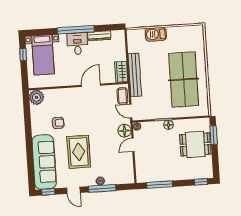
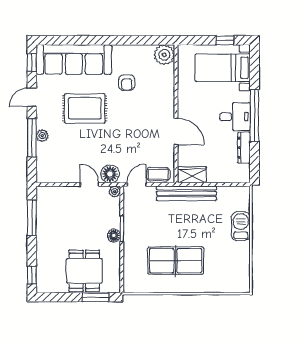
table tennis table: (184, 79) -> (176, 261), width x0.73, depth x0.76

